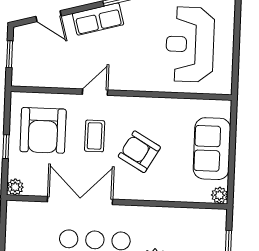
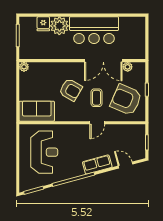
armchair: (43, 130) -> (126, 100), turned -67
sofa: (212, 149) -> (37, 111), moved, turned -90
plant: (15, 187) -> (128, 67), moved

